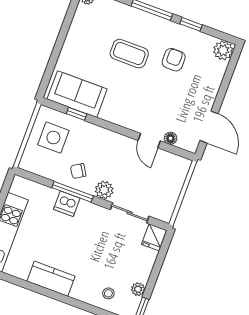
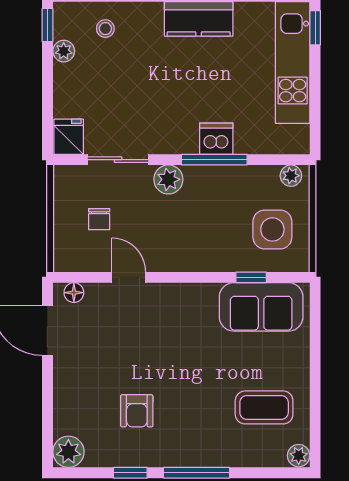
coffee table: (129, 54) -> (264, 407), moved
floor lamp: (170, 138) -> (74, 293), moved
plant: (31, 165) -> (291, 176), added
chair: (78, 171) -> (99, 219), moved, turned 122

